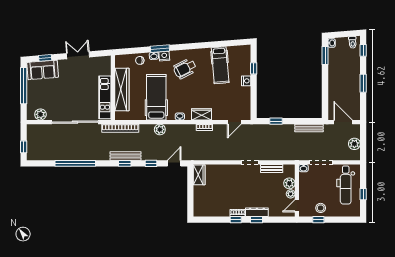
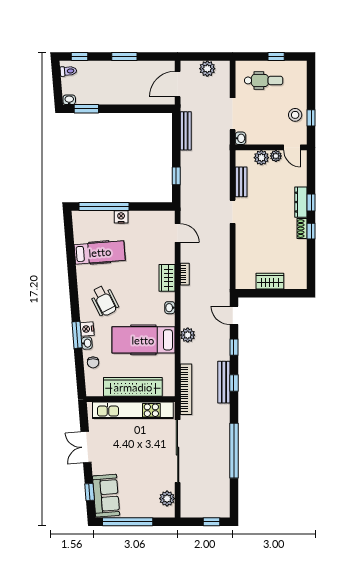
window: (254, 68) -> (104, 207), width x3.17
kitchen unit: (105, 97) -> (133, 410), width x1.36
wardrobe: (199, 175) -> (270, 281), moved
dental chair: (346, 185) -> (264, 80), width x0.73, depth x0.72

